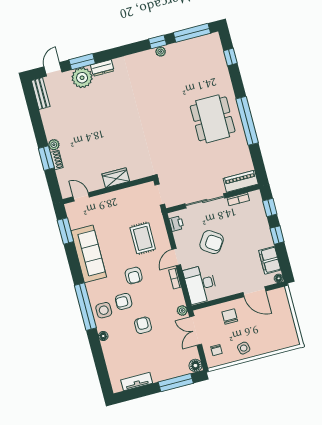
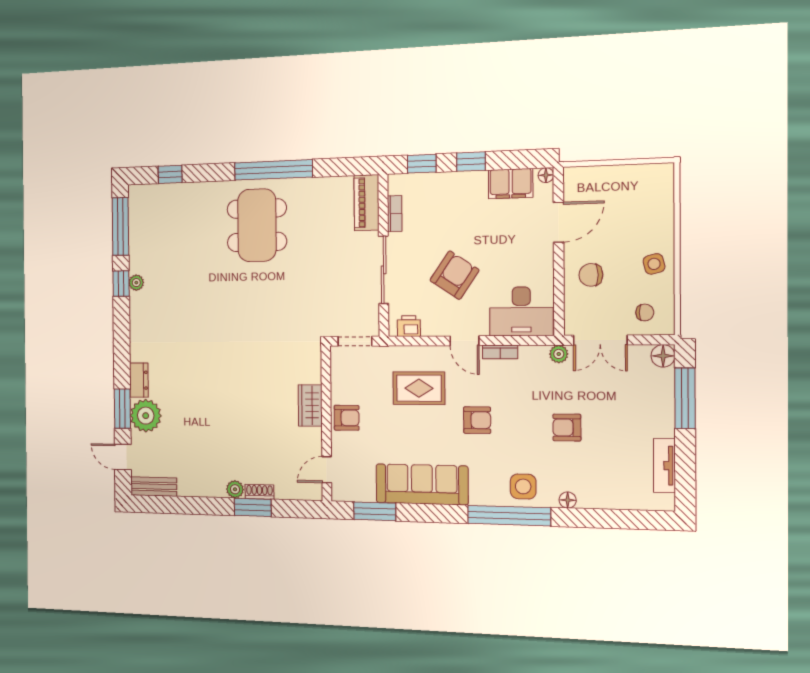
dining table: (213, 119) -> (257, 225), turned 90
armchair: (124, 301) -> (347, 418), moved, turned -90

